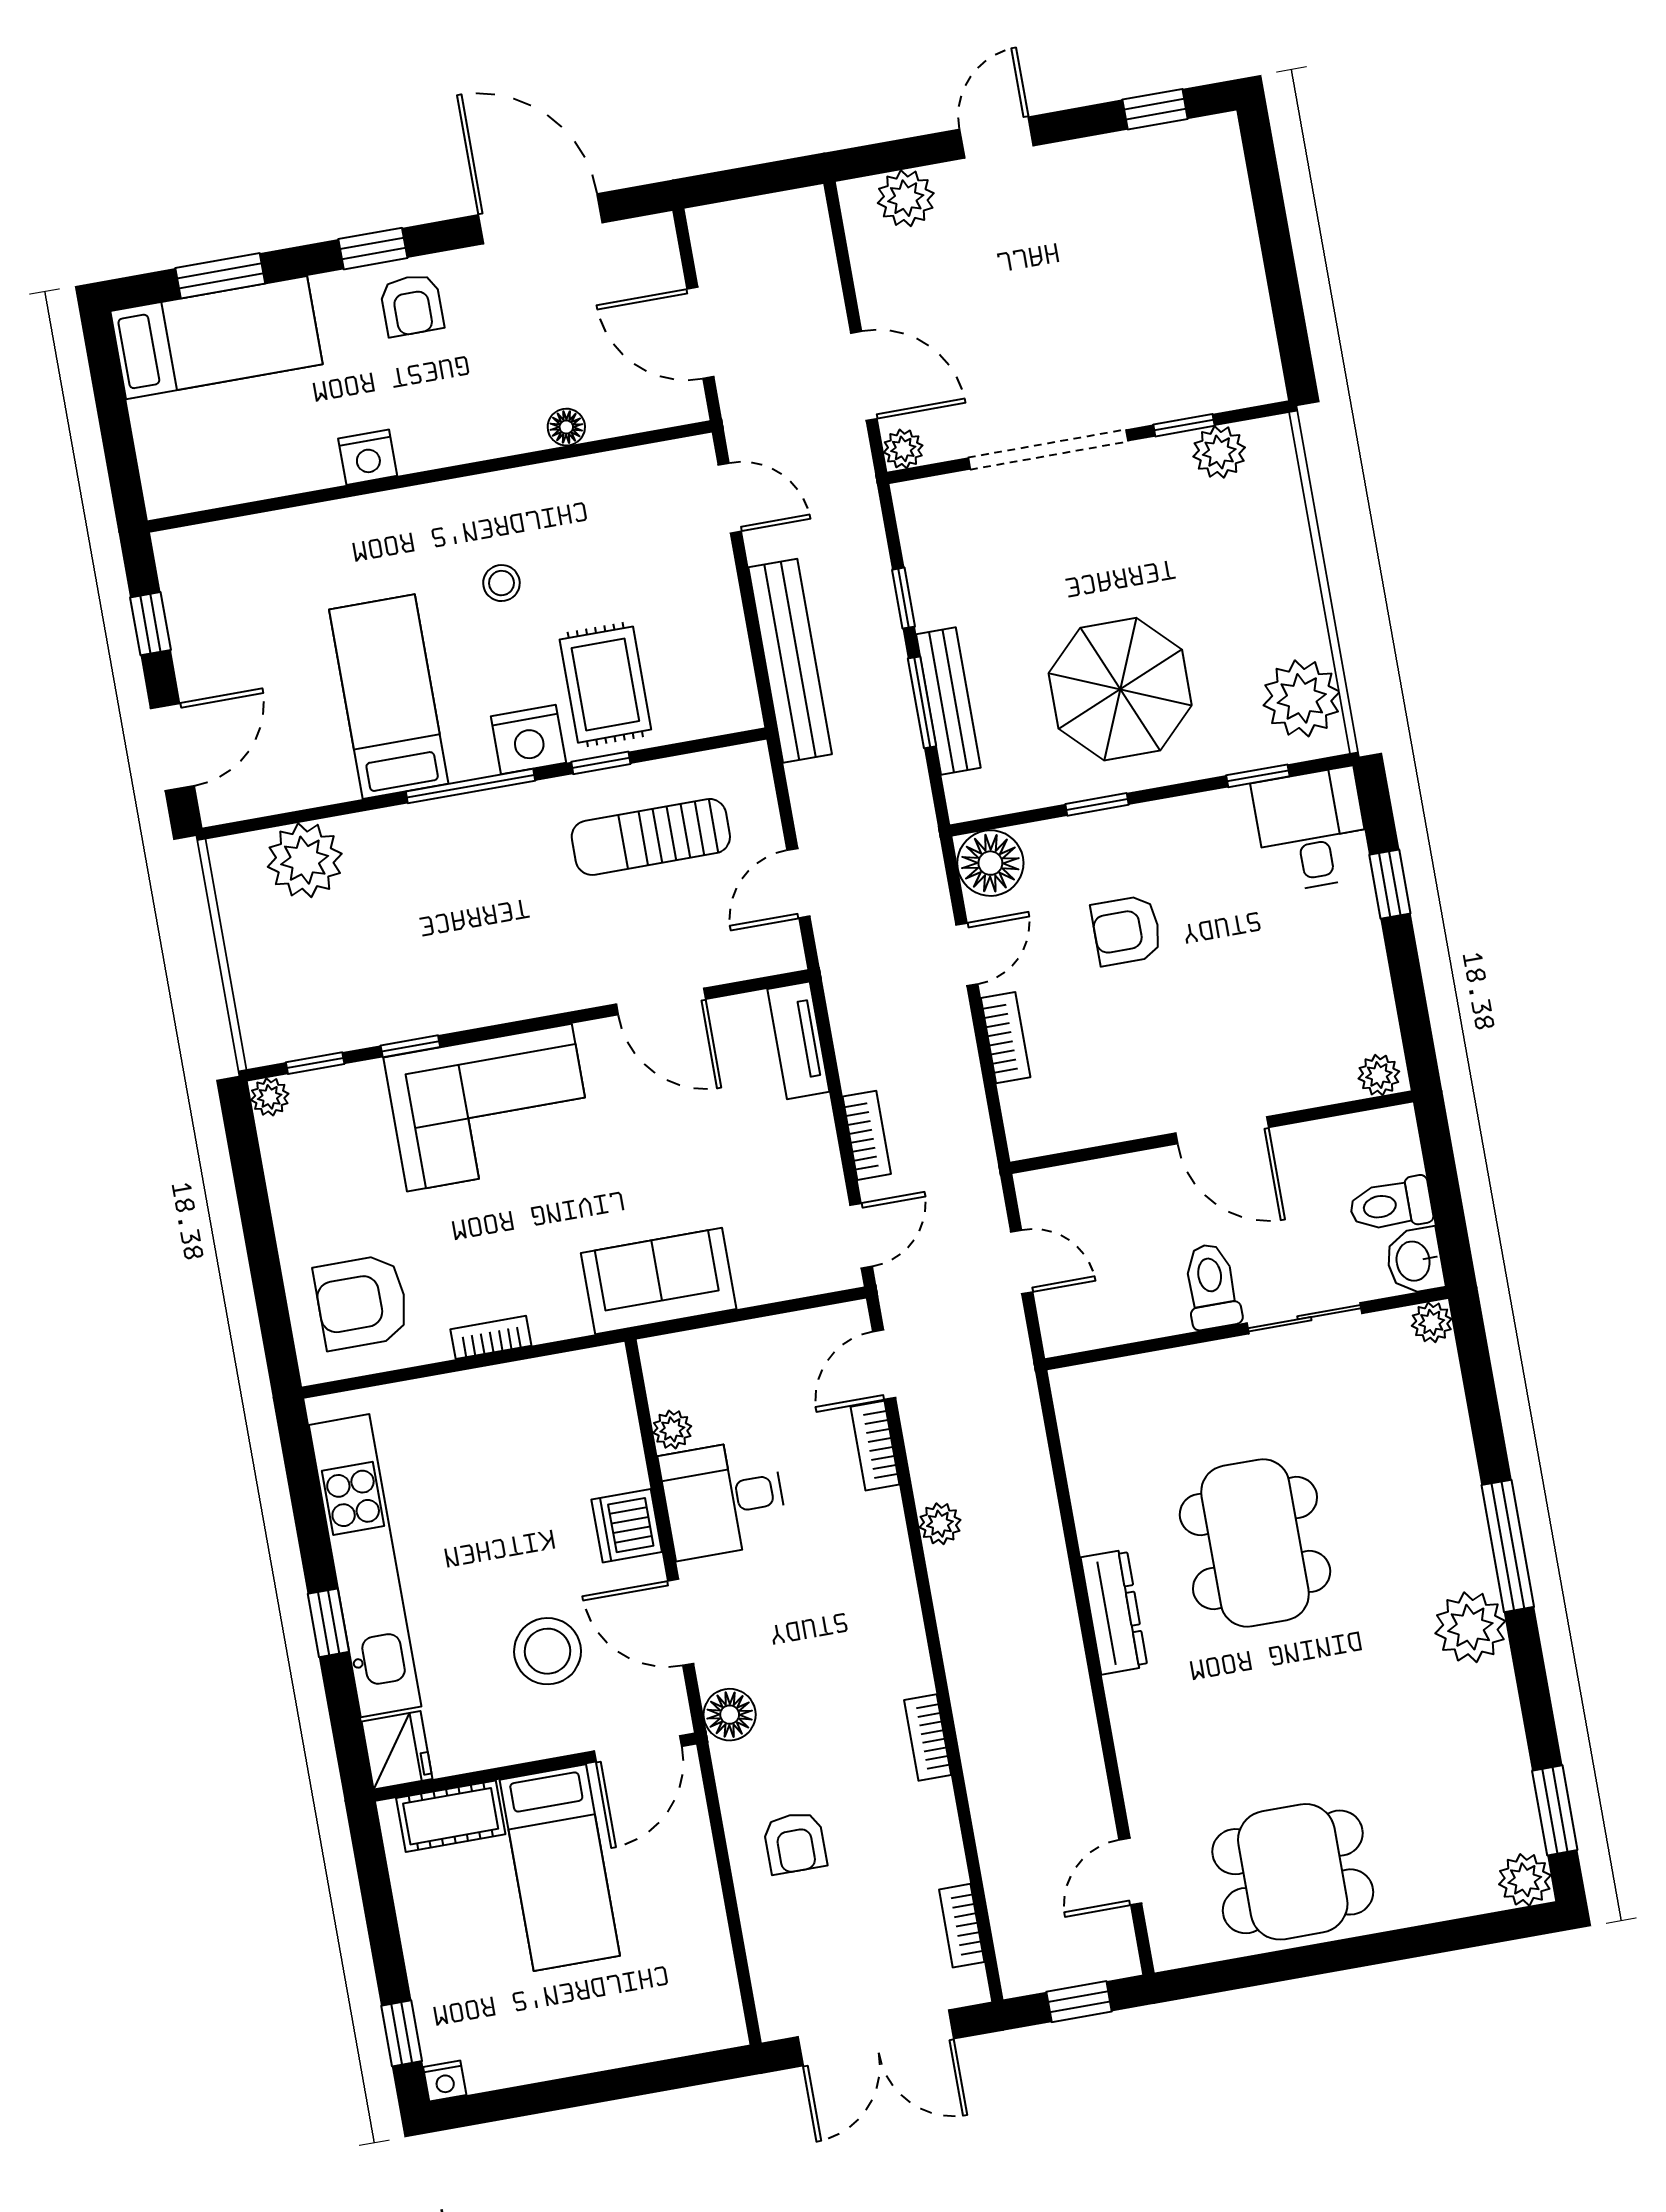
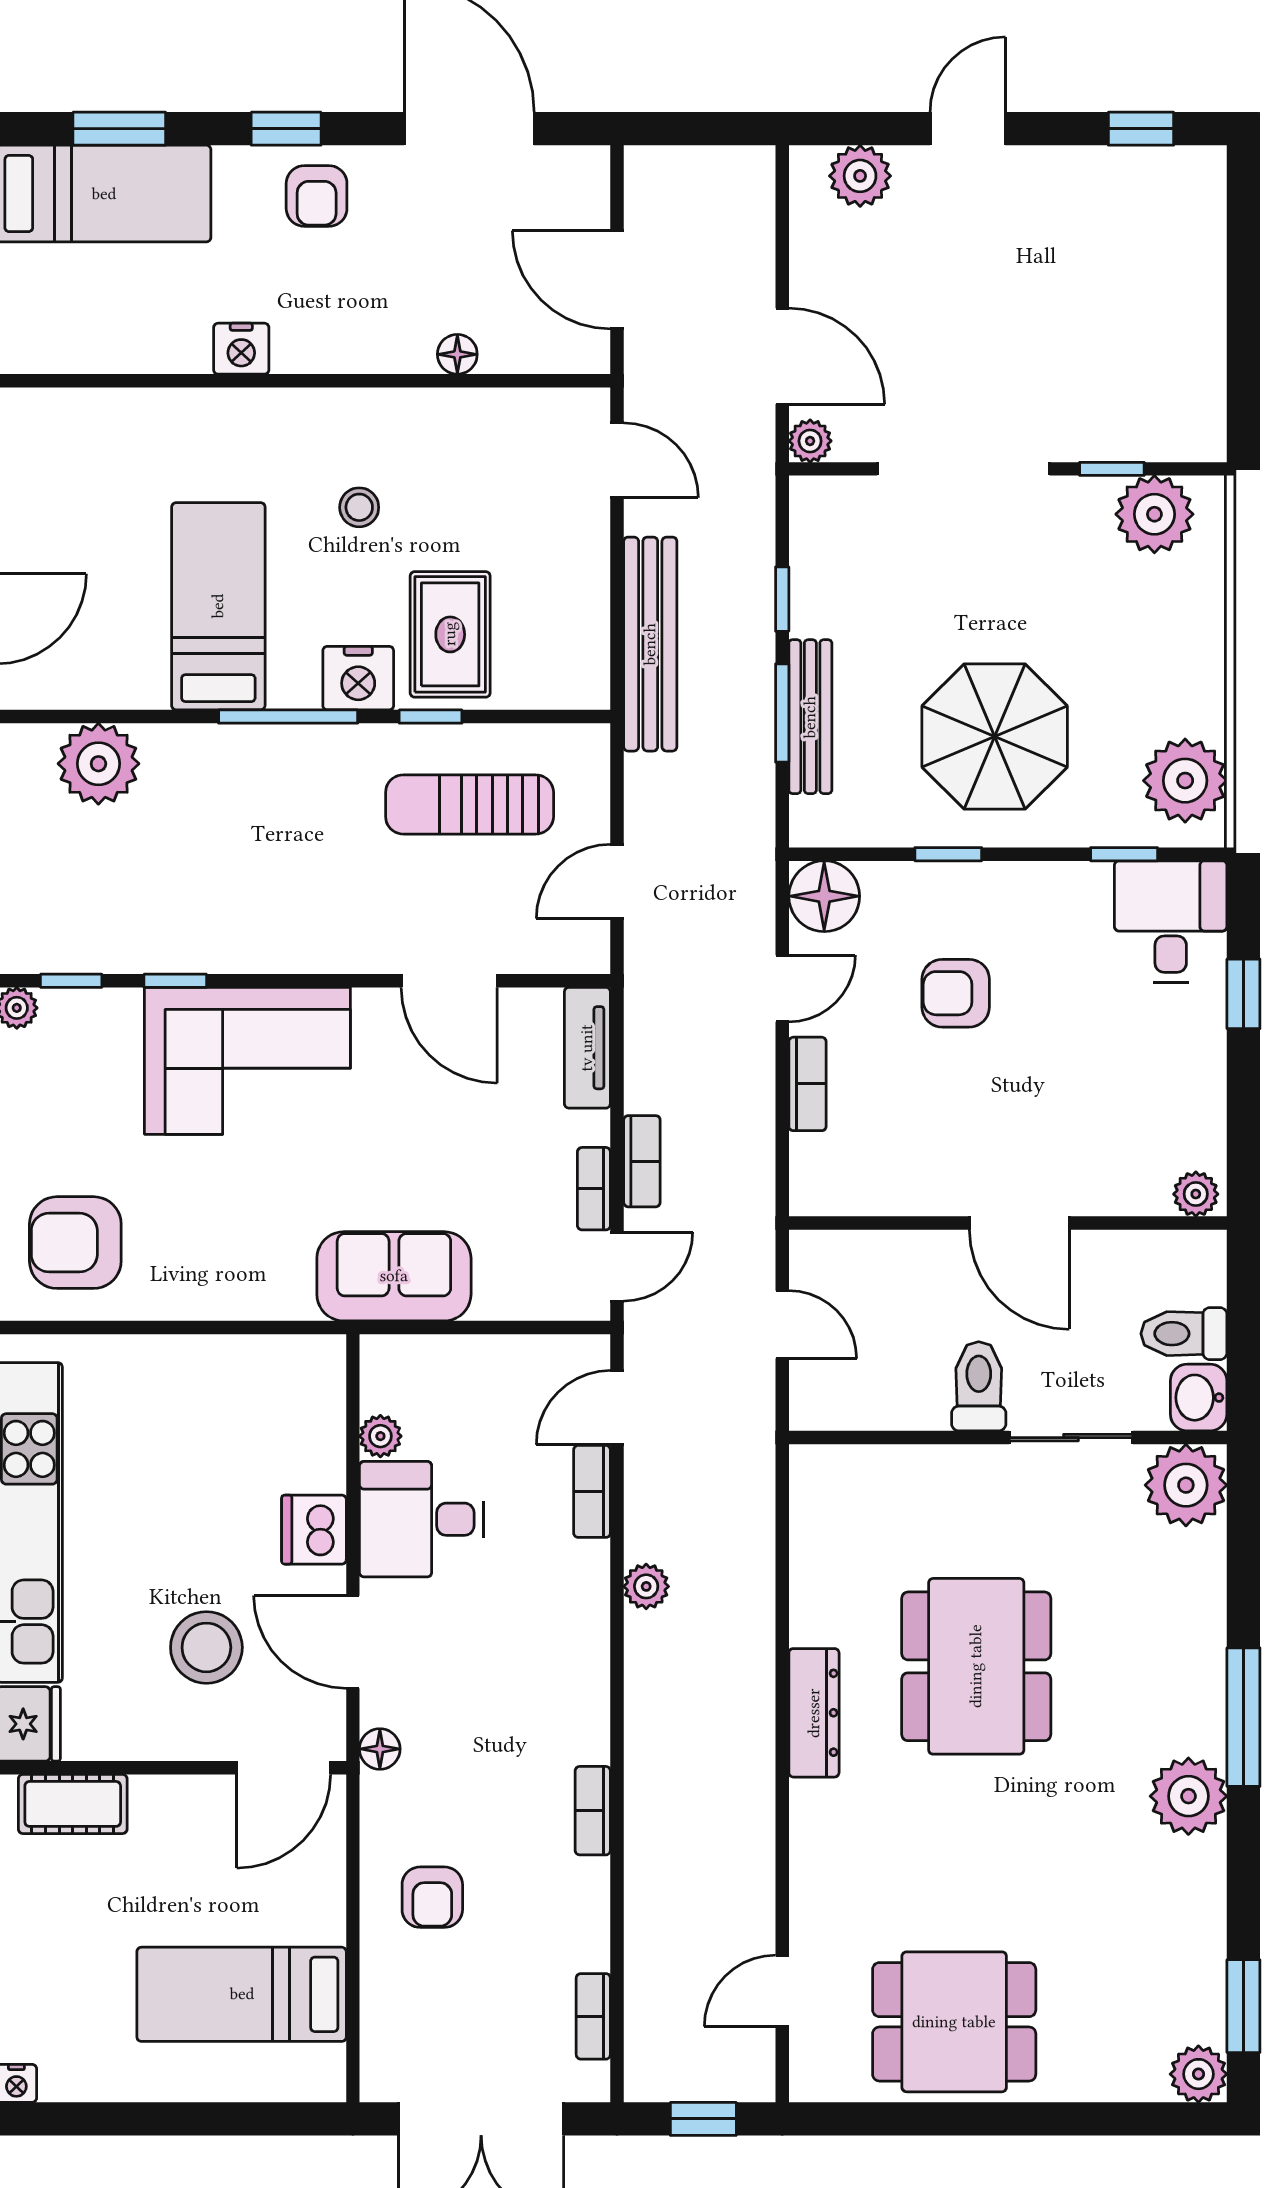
plant: (1219, 452) -> (1154, 514), width x1.36, depth x1.36
plant: (1432, 1322) -> (1186, 1485), width x1.87, depth x1.87
bookcase: (491, 1337) -> (594, 1189), moved, turned -90
floor lamp: (730, 1715) -> (380, 1749), width x0.73, depth x0.73
bed: (560, 1868) -> (242, 1994), moved, turned 90

